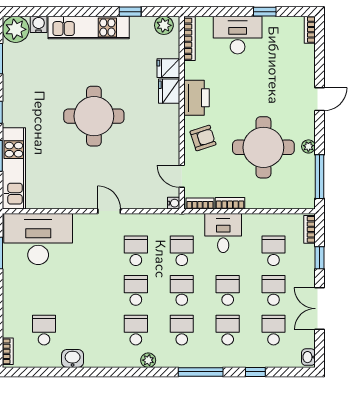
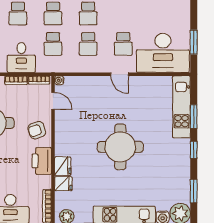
door: (109, 211) -> (120, 74), moved
school desk: (90, 251) -> (123, 44), added

